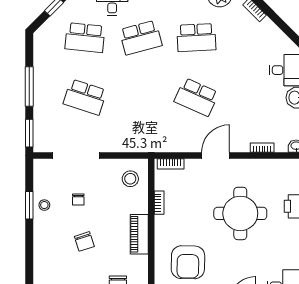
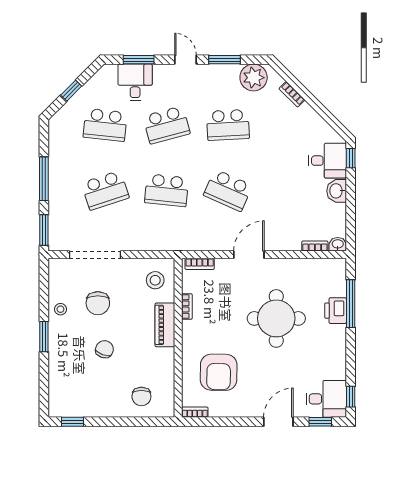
school desk: (85, 97) -> (105, 190), turned -36
school desk: (141, 97) -> (167, 190), added
bookcase: (262, 148) -> (315, 246), moved
chair: (78, 200) -> (98, 303), width x1.87, depth x1.87
window: (29, 205) -> (44, 337), moved
piano: (139, 234) -> (165, 325), moved
chair: (84, 241) -> (104, 349), turned -142

